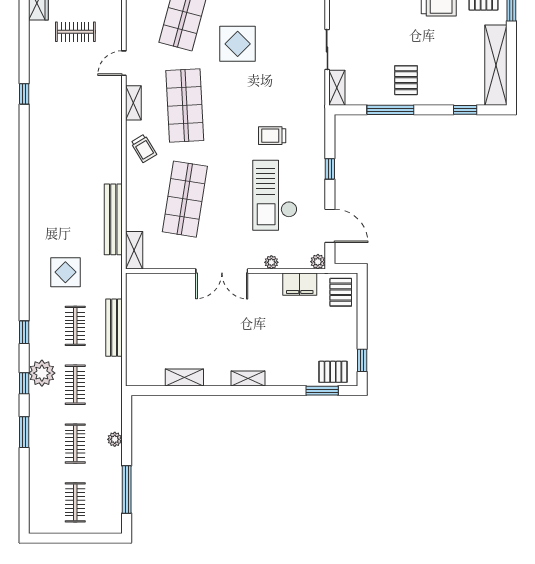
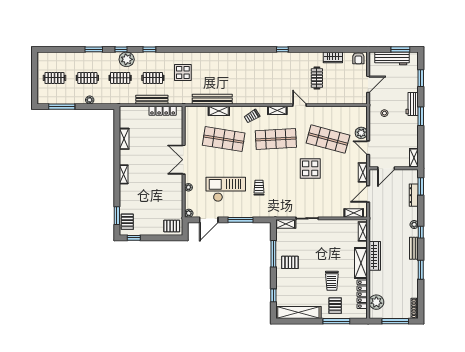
window: (330, 169) -> (240, 220), width x2.17
shelving: (134, 250) -> (219, 111), moved
filing cabinet: (300, 284) -> (176, 203), removed
locker: (134, 309) -> (163, 111), added

